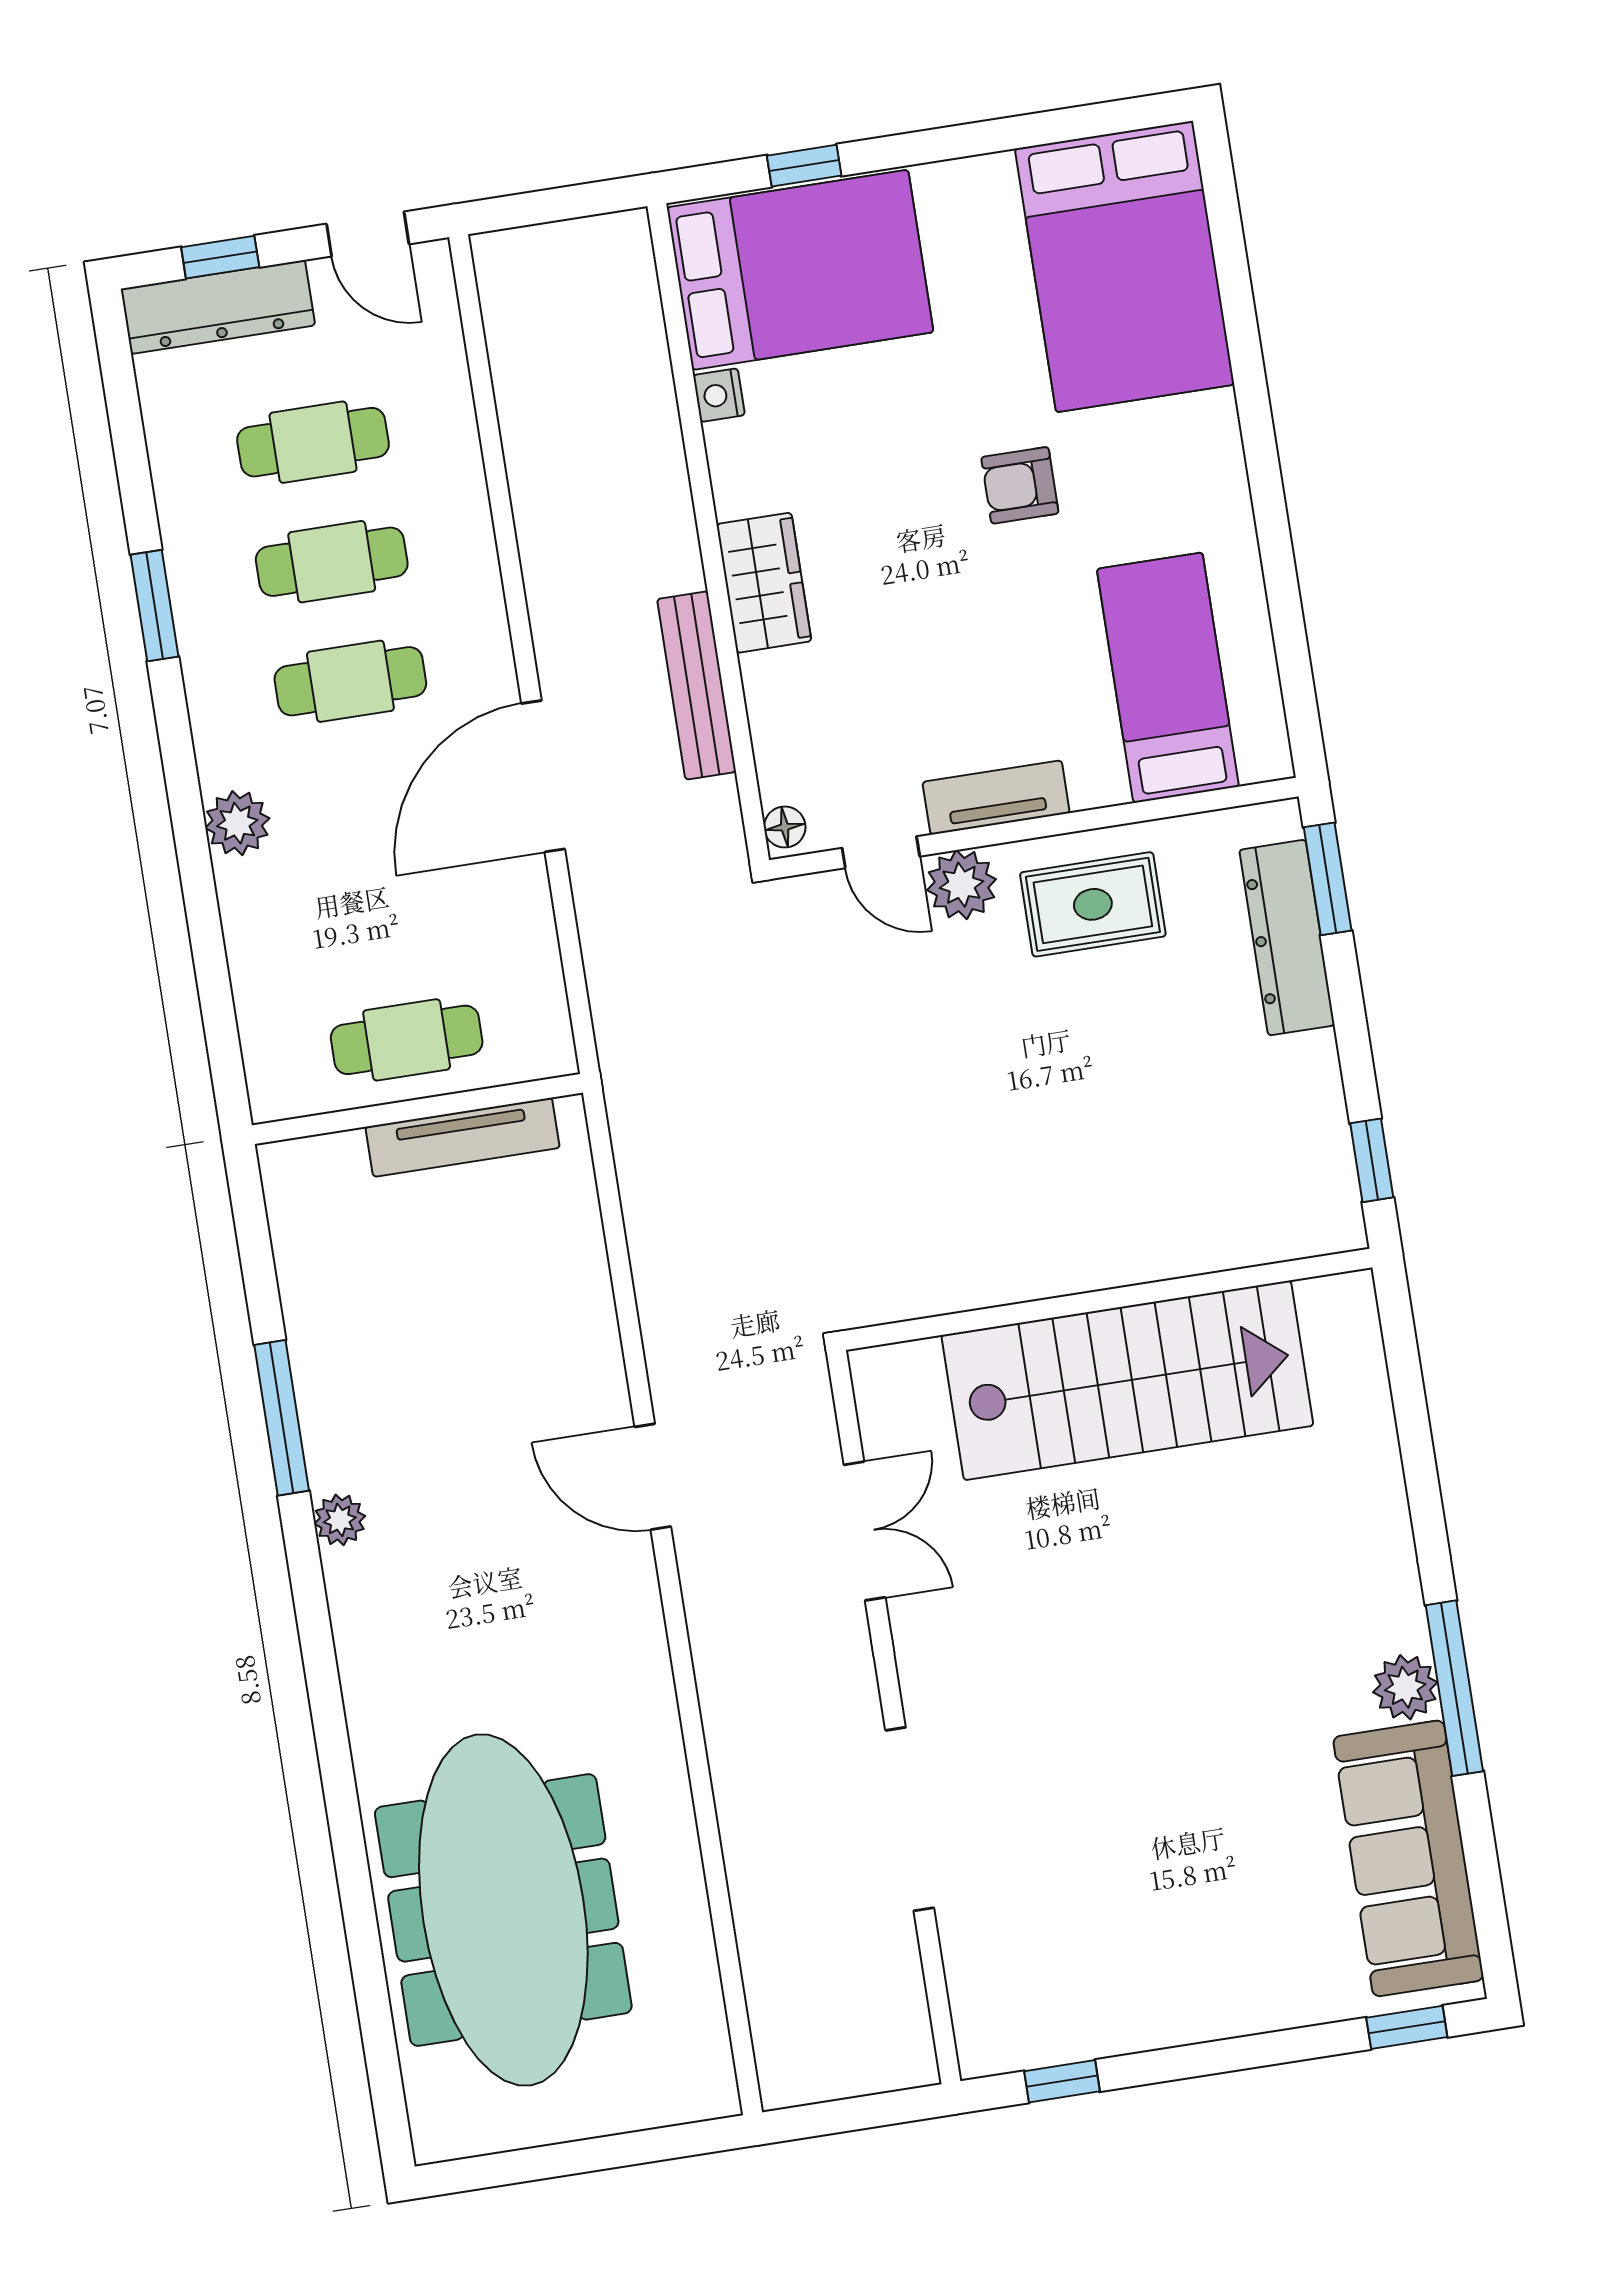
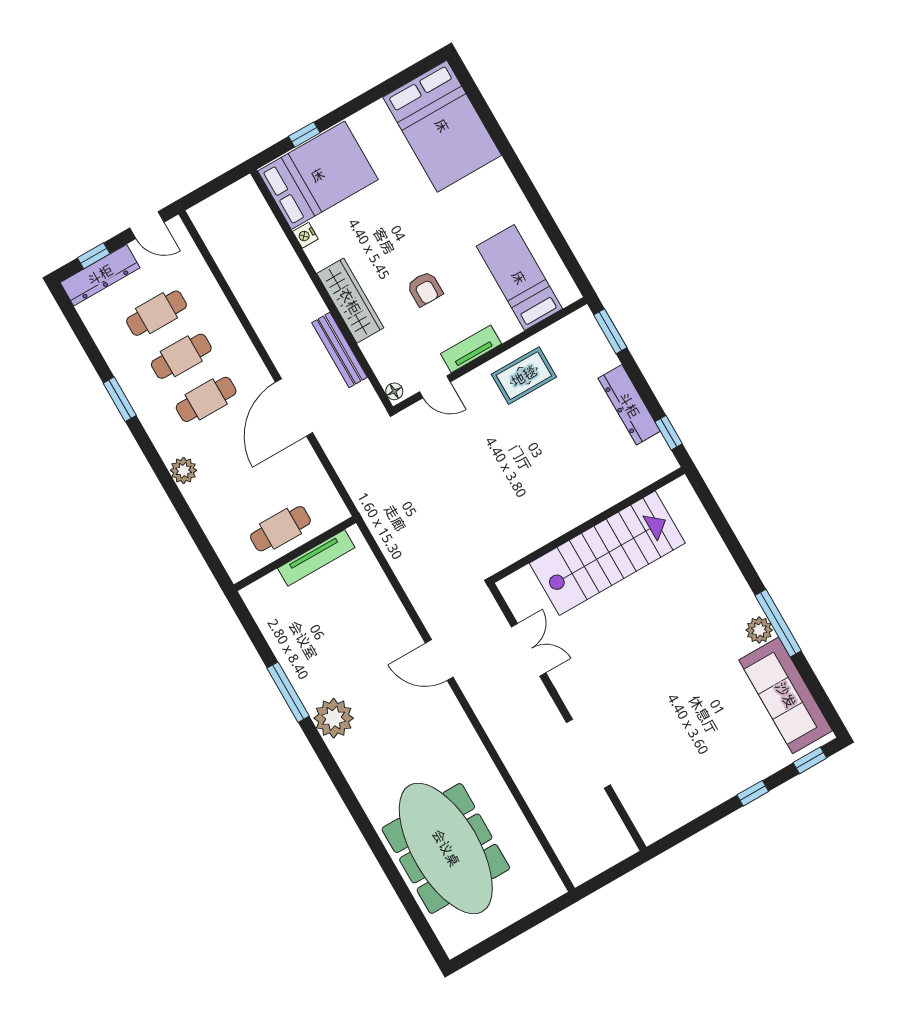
armchair: (1020, 485) -> (425, 289), moved, turned -90
wardrobe: (764, 583) -> (350, 301), width x1.50
plant: (961, 885) -> (471, 387), removed
dresser: (1287, 938) -> (629, 405), moved
plant: (340, 1520) -> (334, 718), width x1.87, depth x1.87
window: (1062, 2081) -> (753, 793), moved

